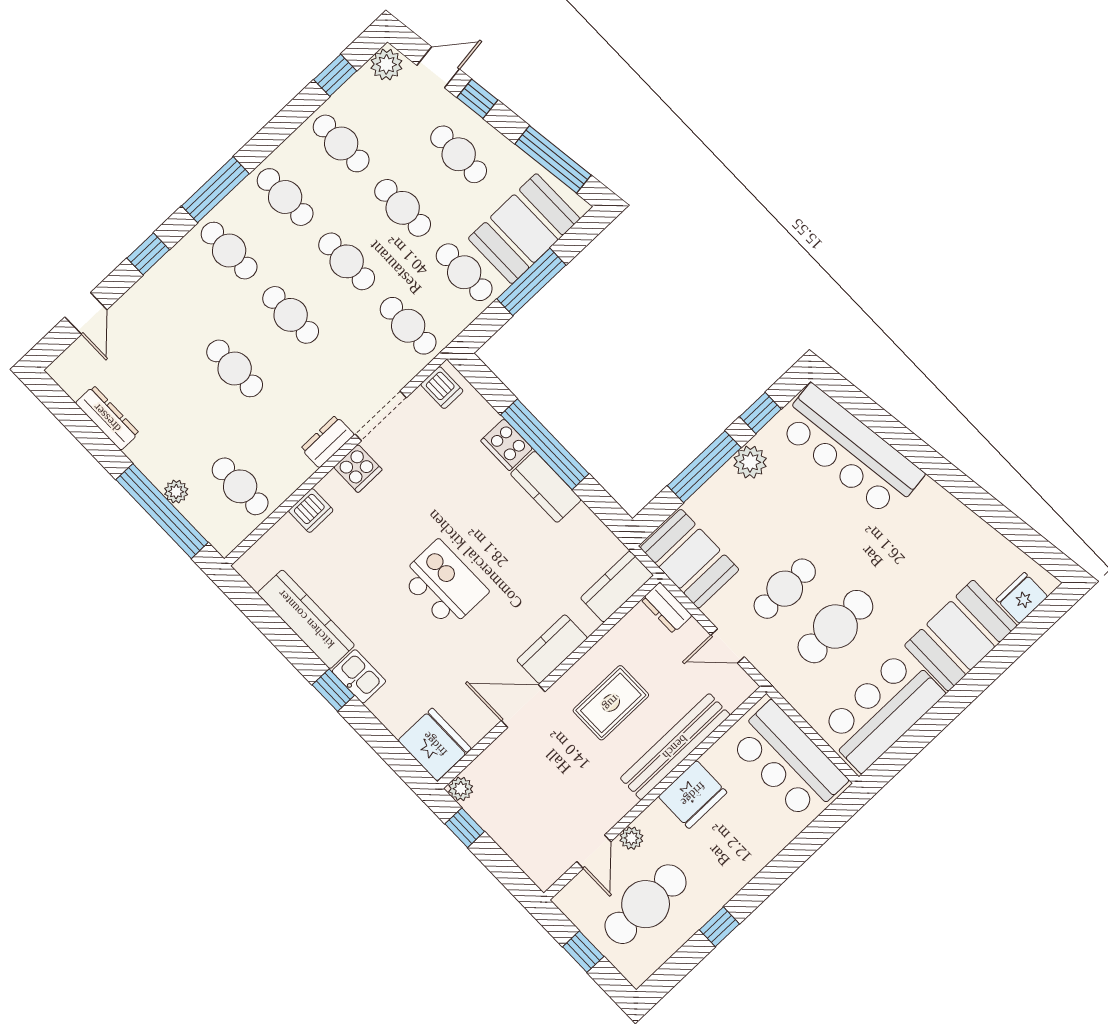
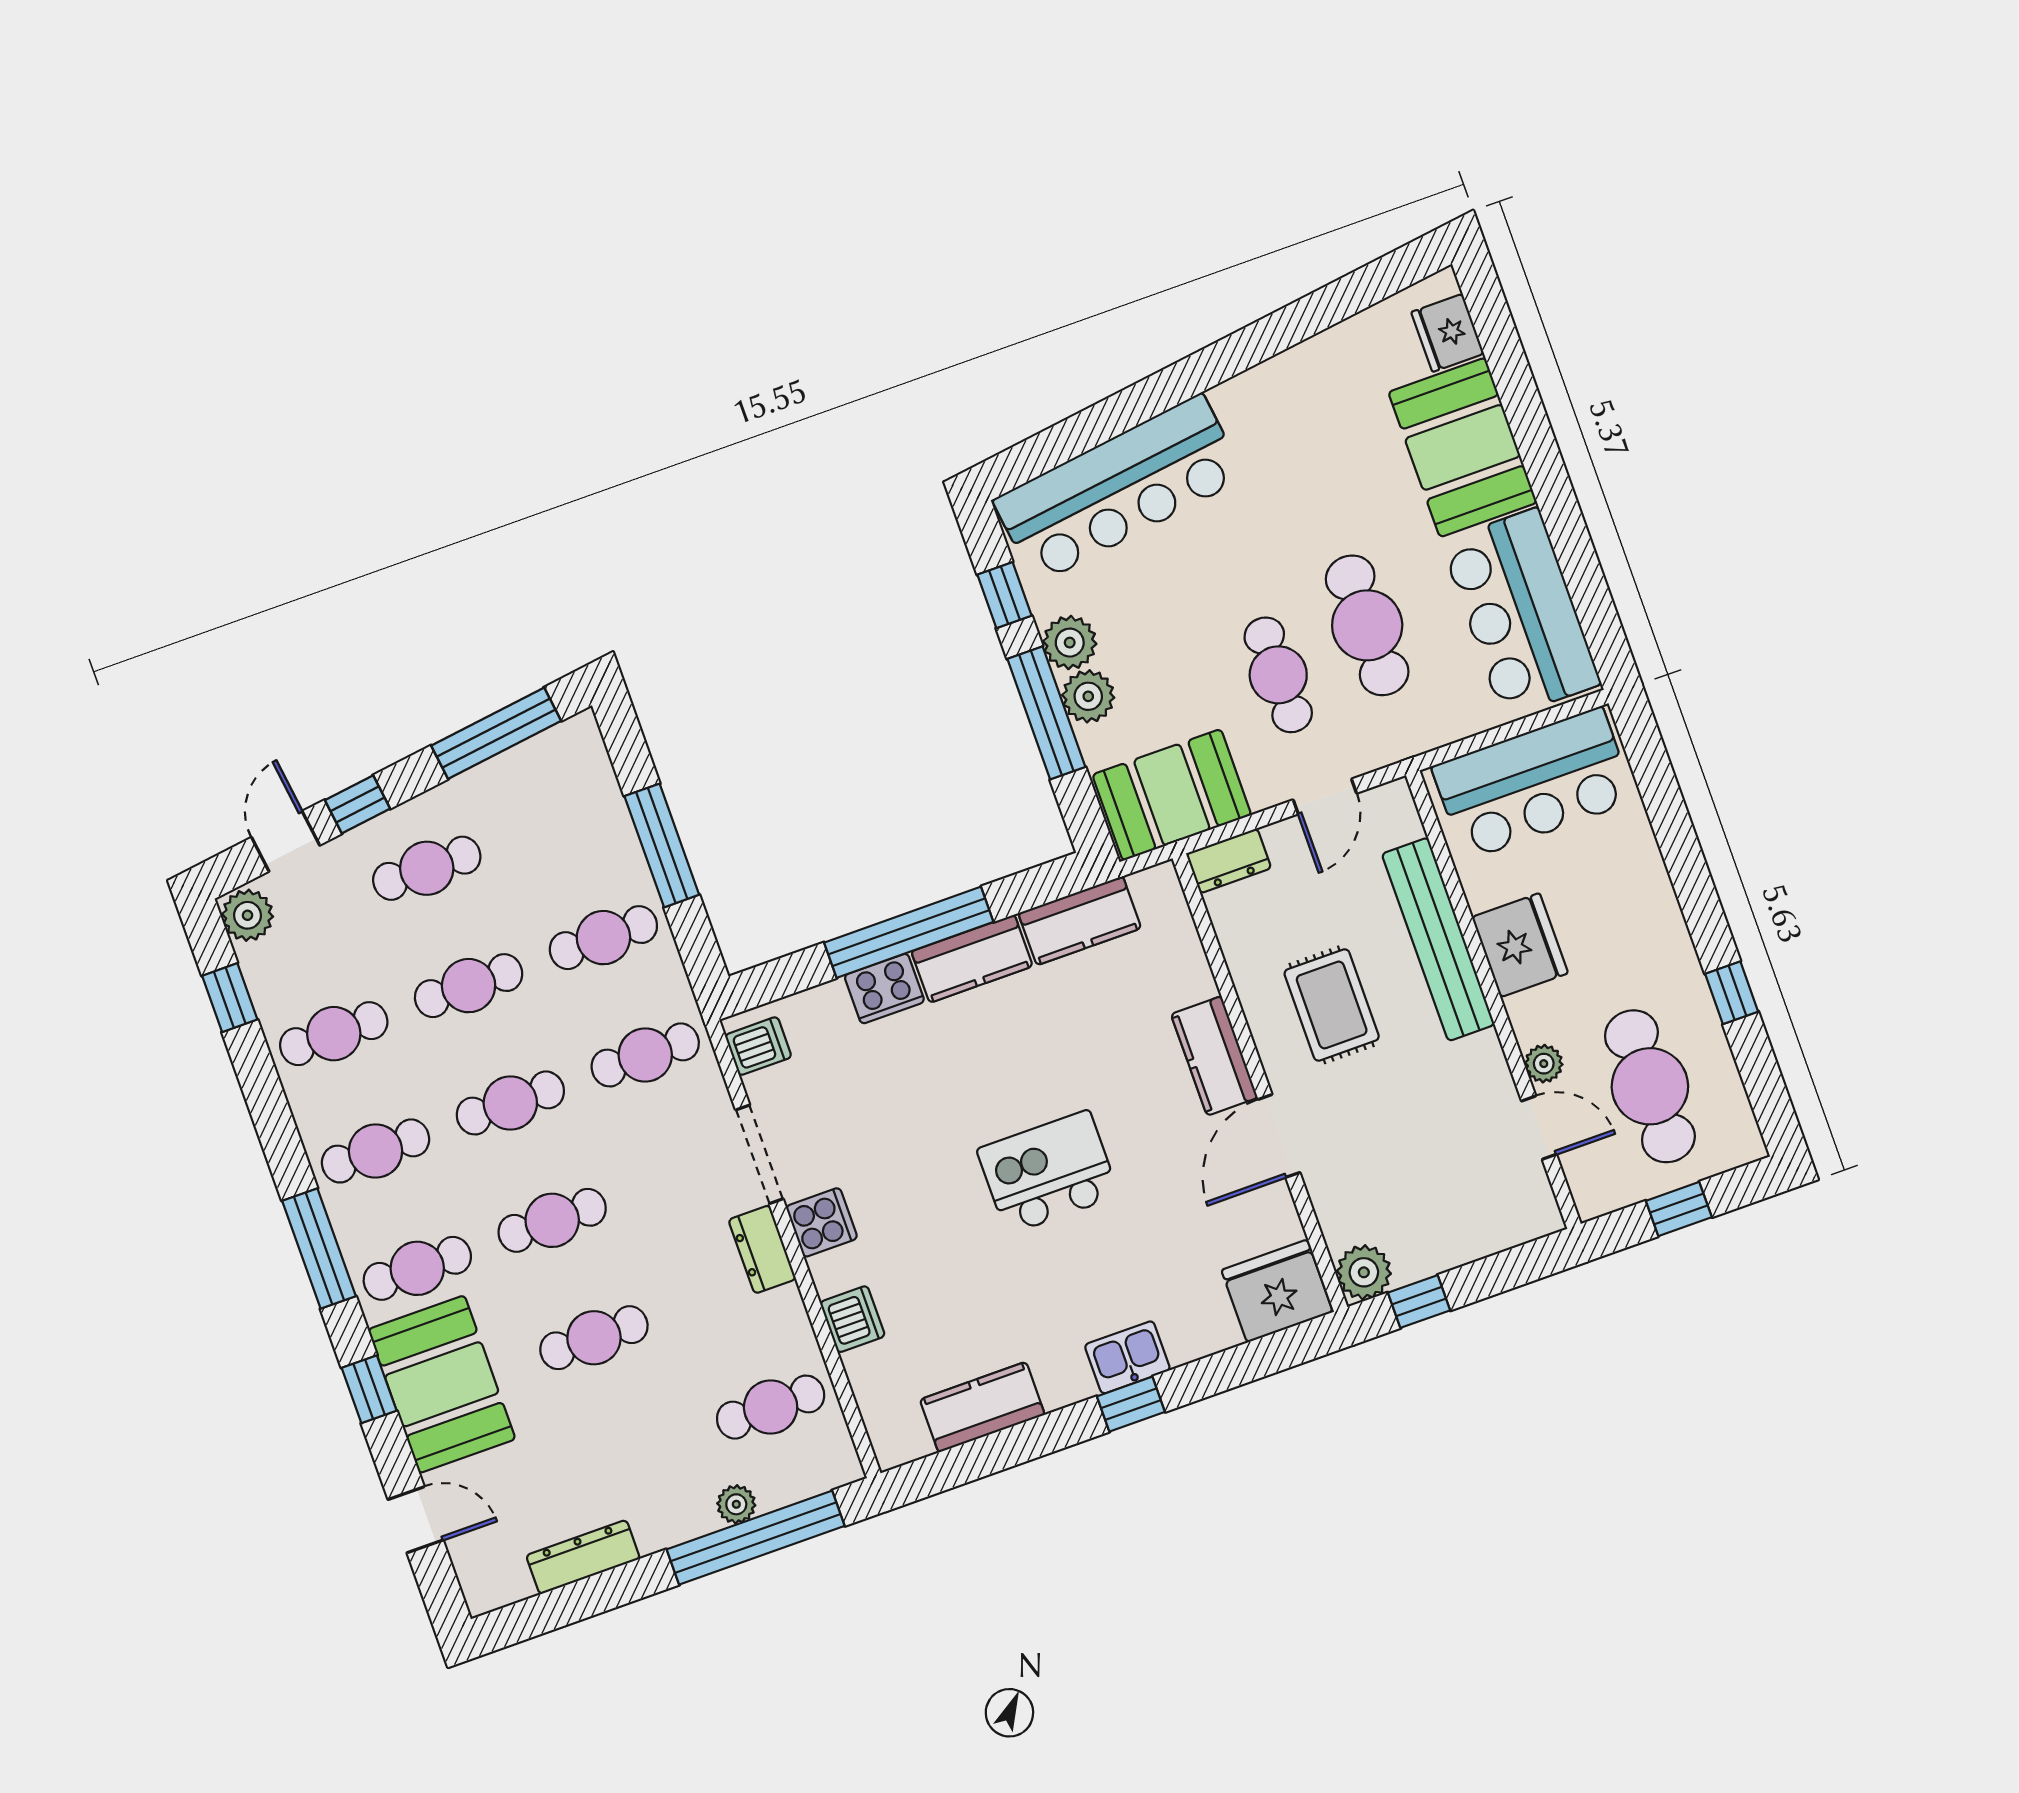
booth: (524, 229) -> (442, 1384), moved
plant: (724, 486) -> (1088, 696), added
kitchen counter: (617, 587) -> (1080, 921), moved, turned -90
kitchen counter: (306, 619) -> (982, 1407), width x0.67
plant: (461, 789) -> (1364, 1272), width x1.38, depth x1.38

